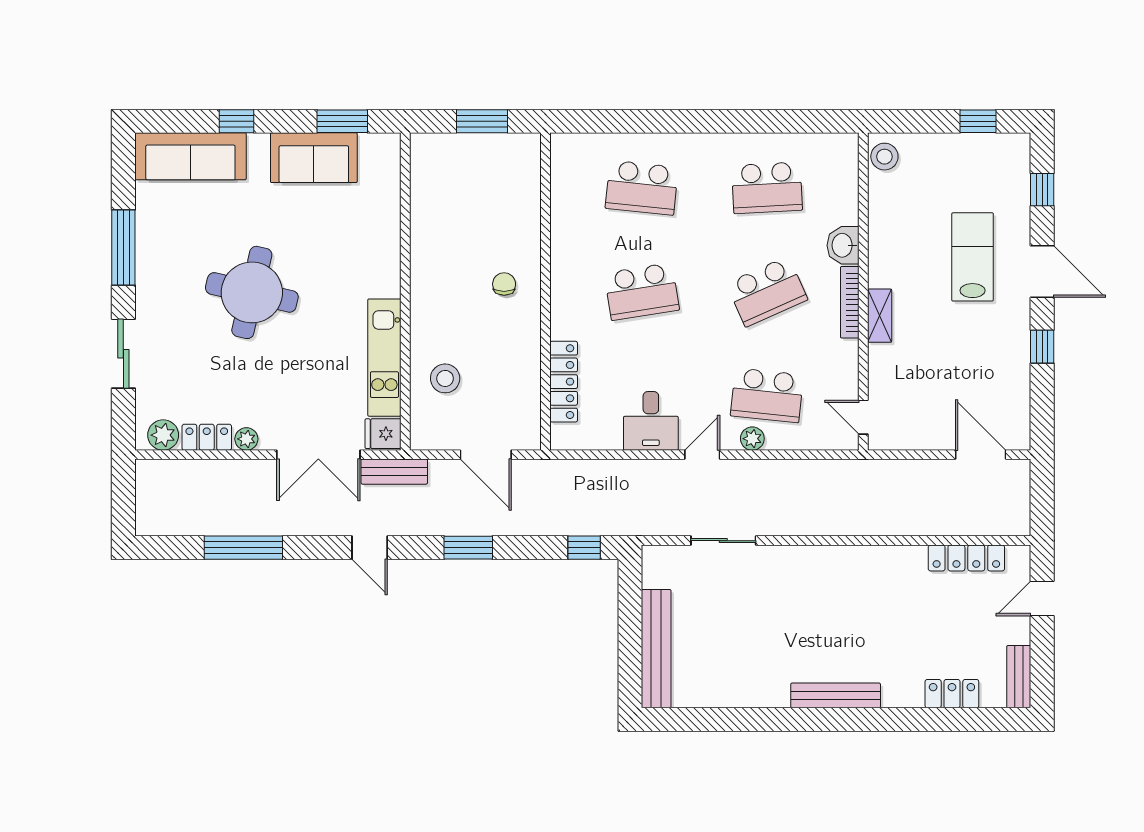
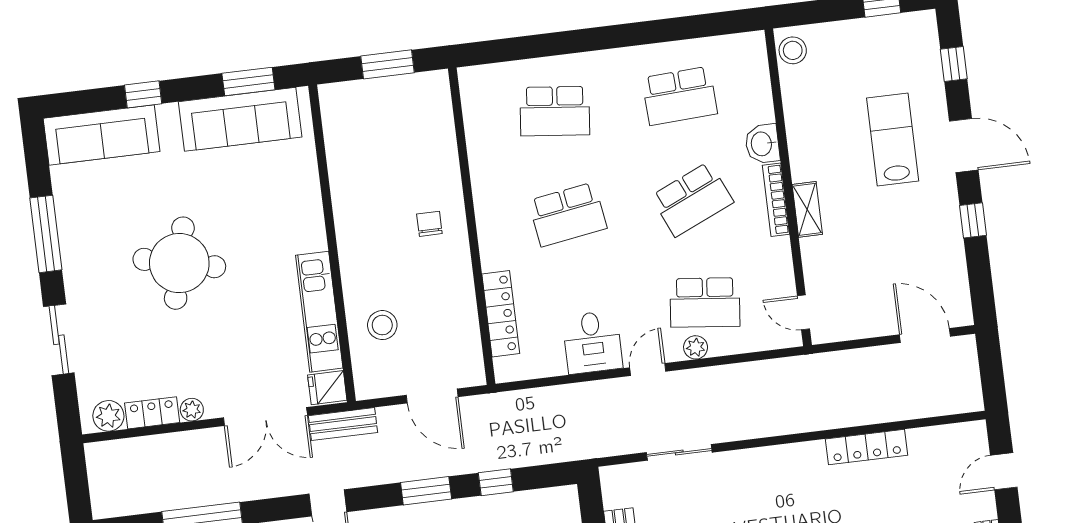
sofa: (314, 158) -> (240, 119), width x1.36
window: (584, 548) -> (496, 482), moved
locker: (966, 558) -> (866, 447), moved

